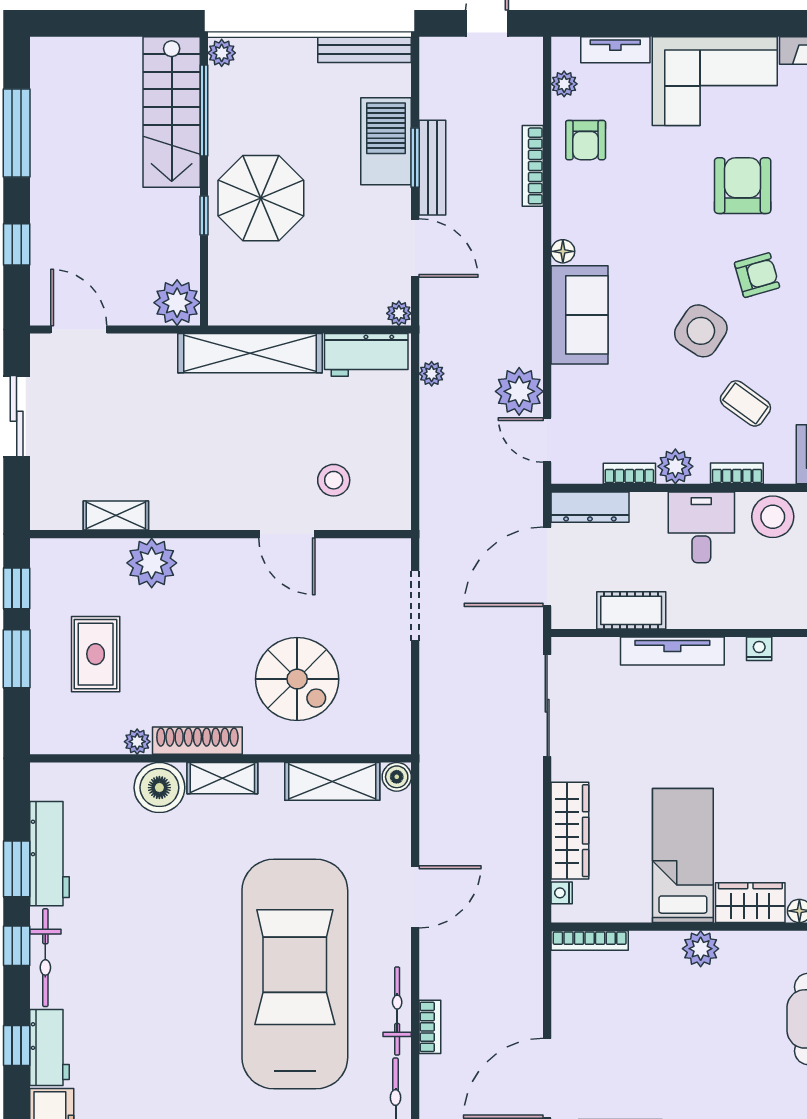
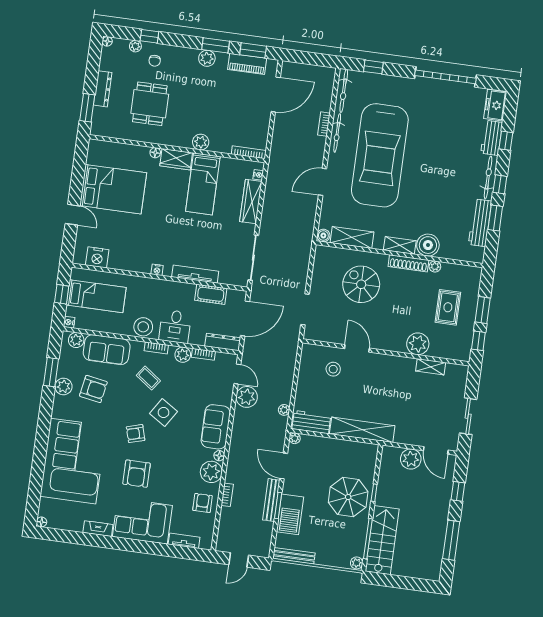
plant: (564, 84) -> (211, 472), moved, width x1.88, depth x1.88
bookcase: (533, 166) -> (227, 495), width x0.64
plant: (177, 303) -> (411, 459), moved

